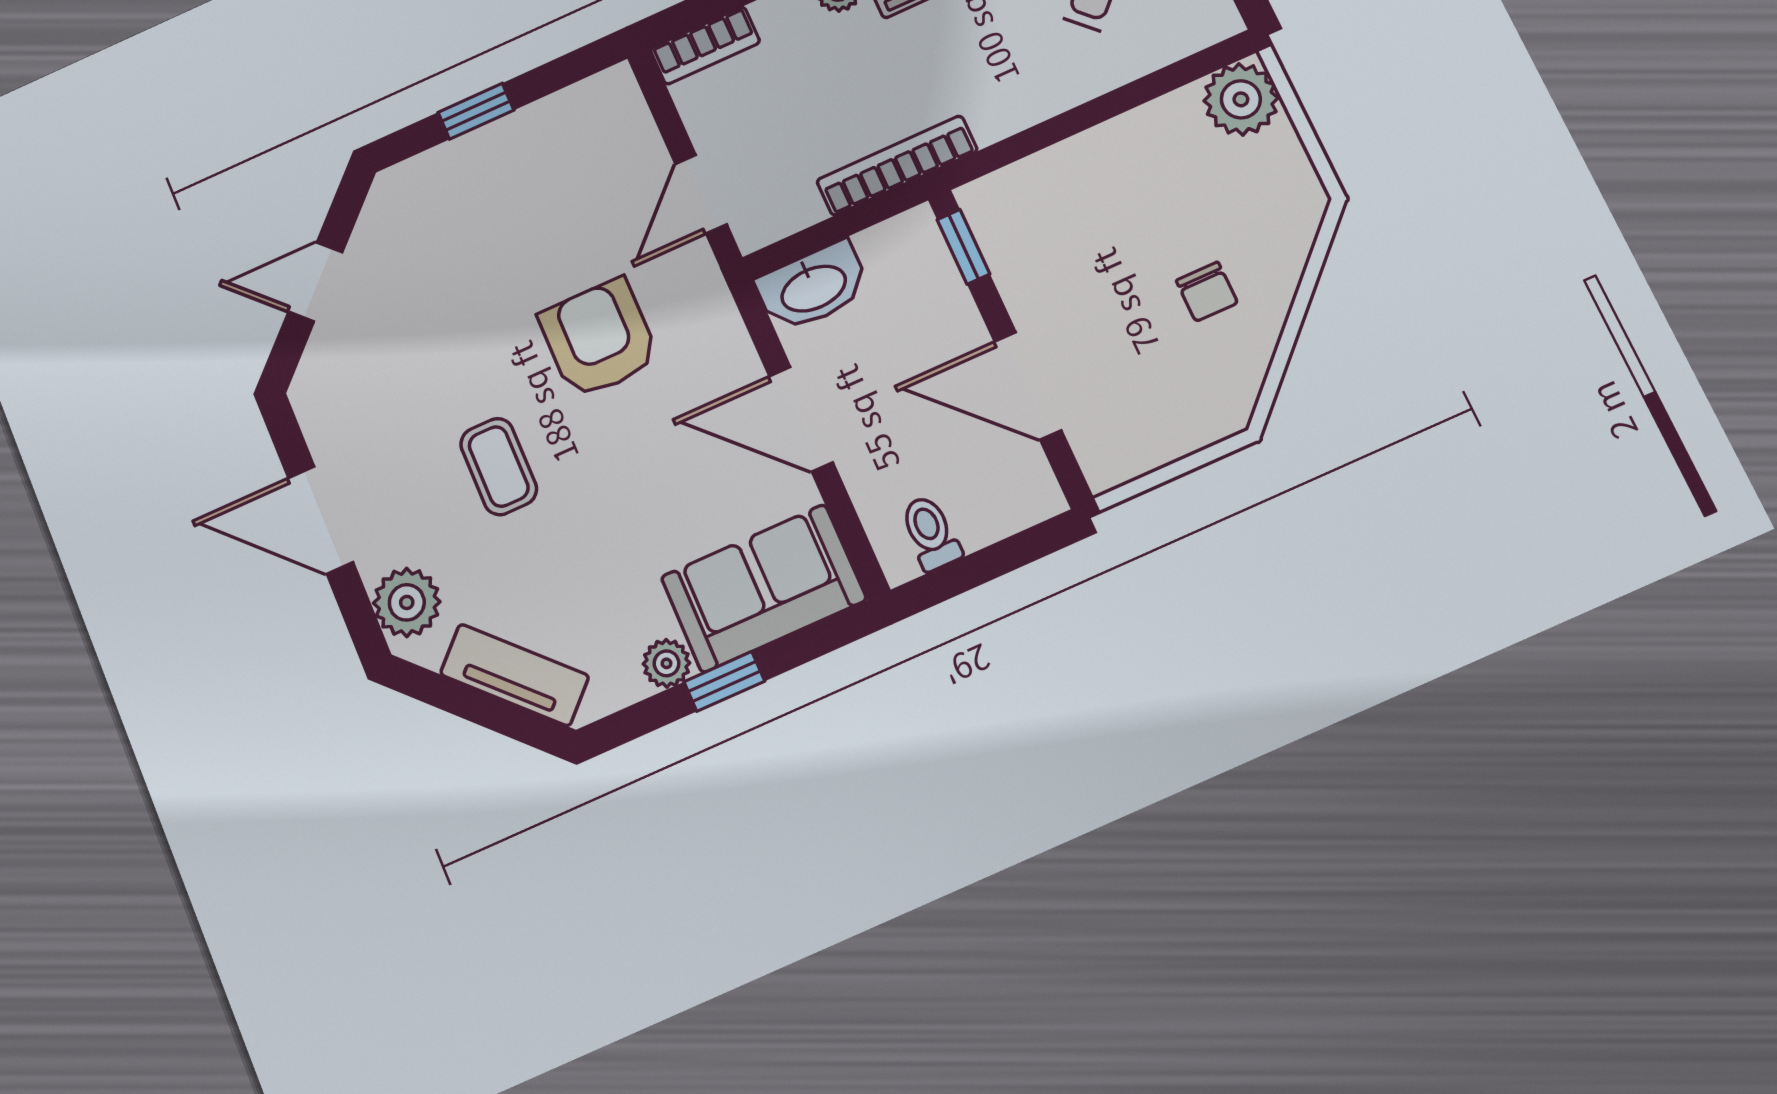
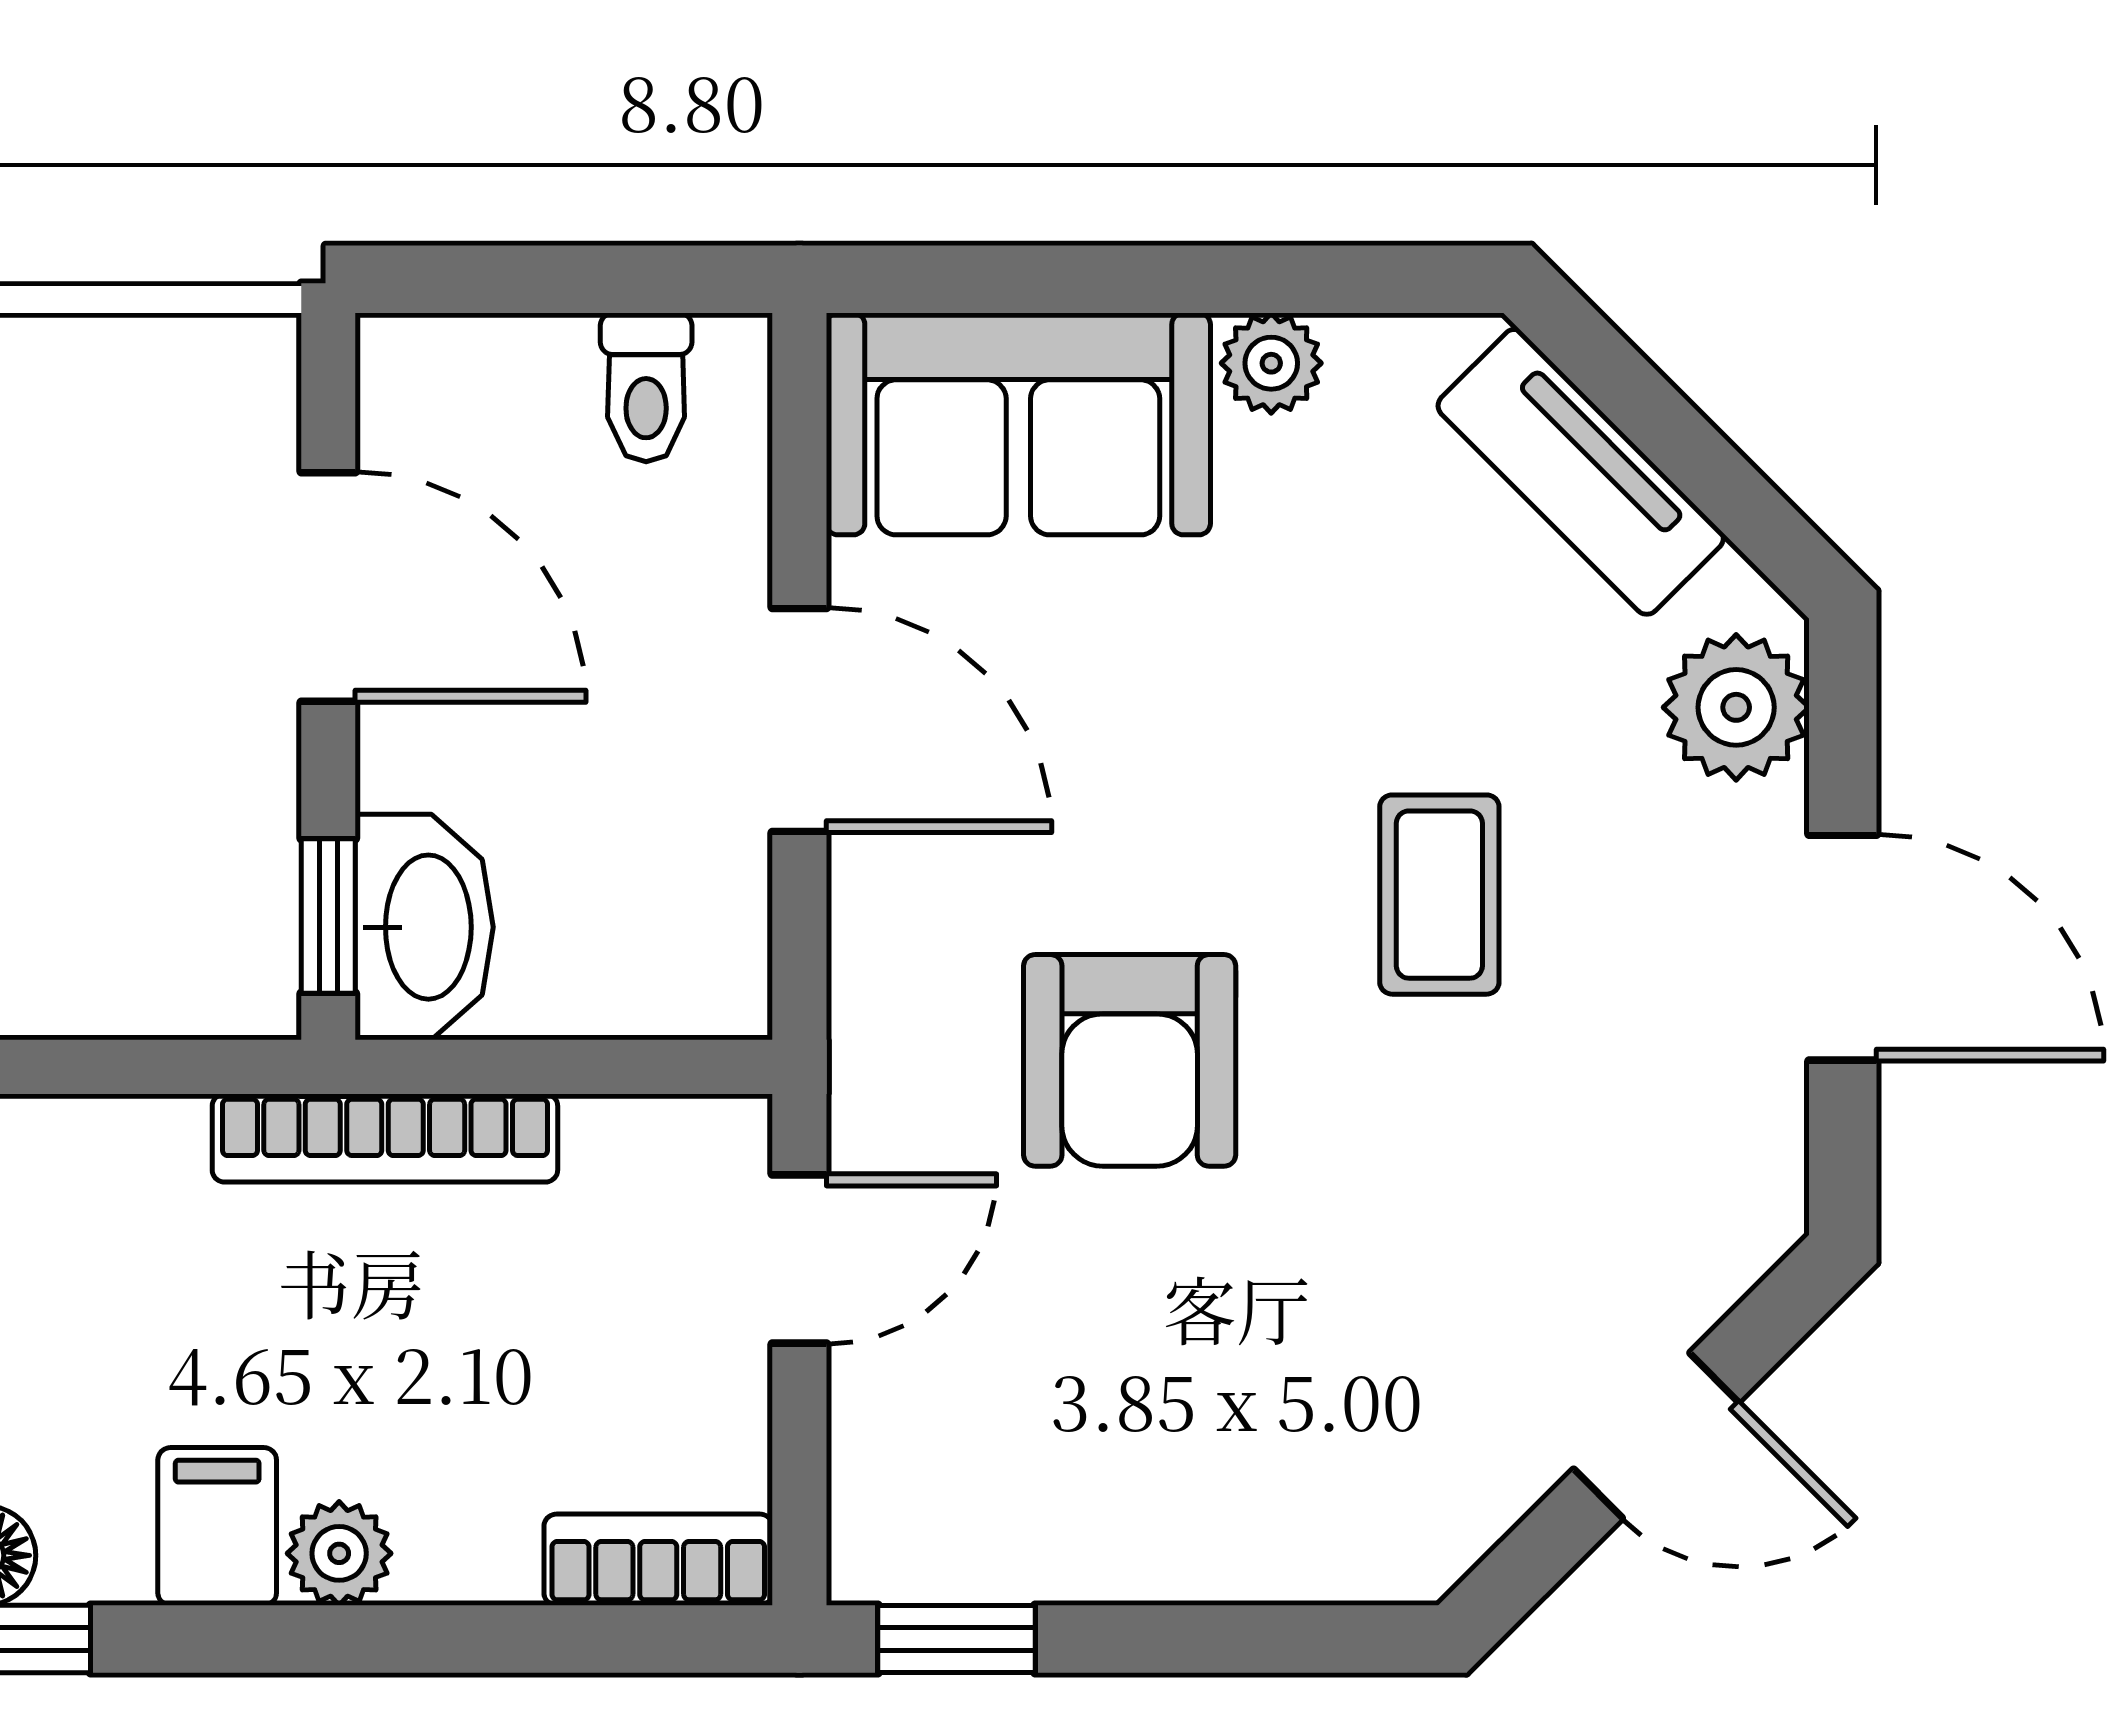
window: (476, 111) -> (956, 1639), moved
washbasin: (813, 287) -> (424, 927), moved, turned 90
window: (724, 681) -> (1173, 279), removed

